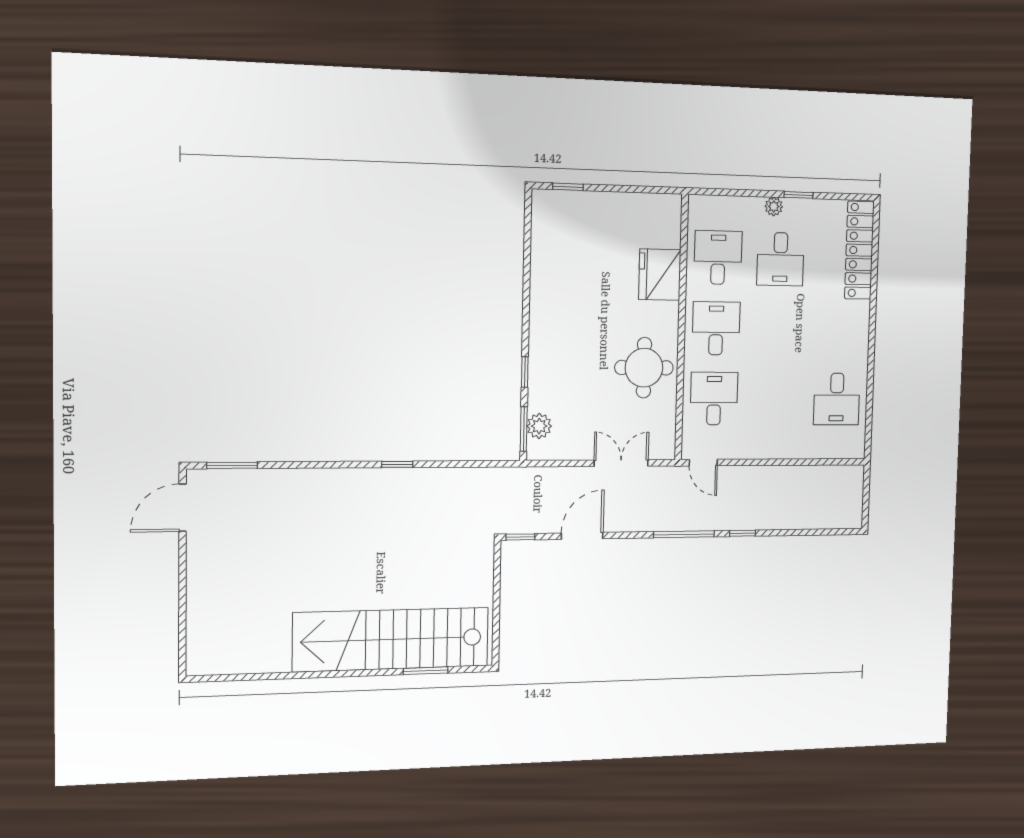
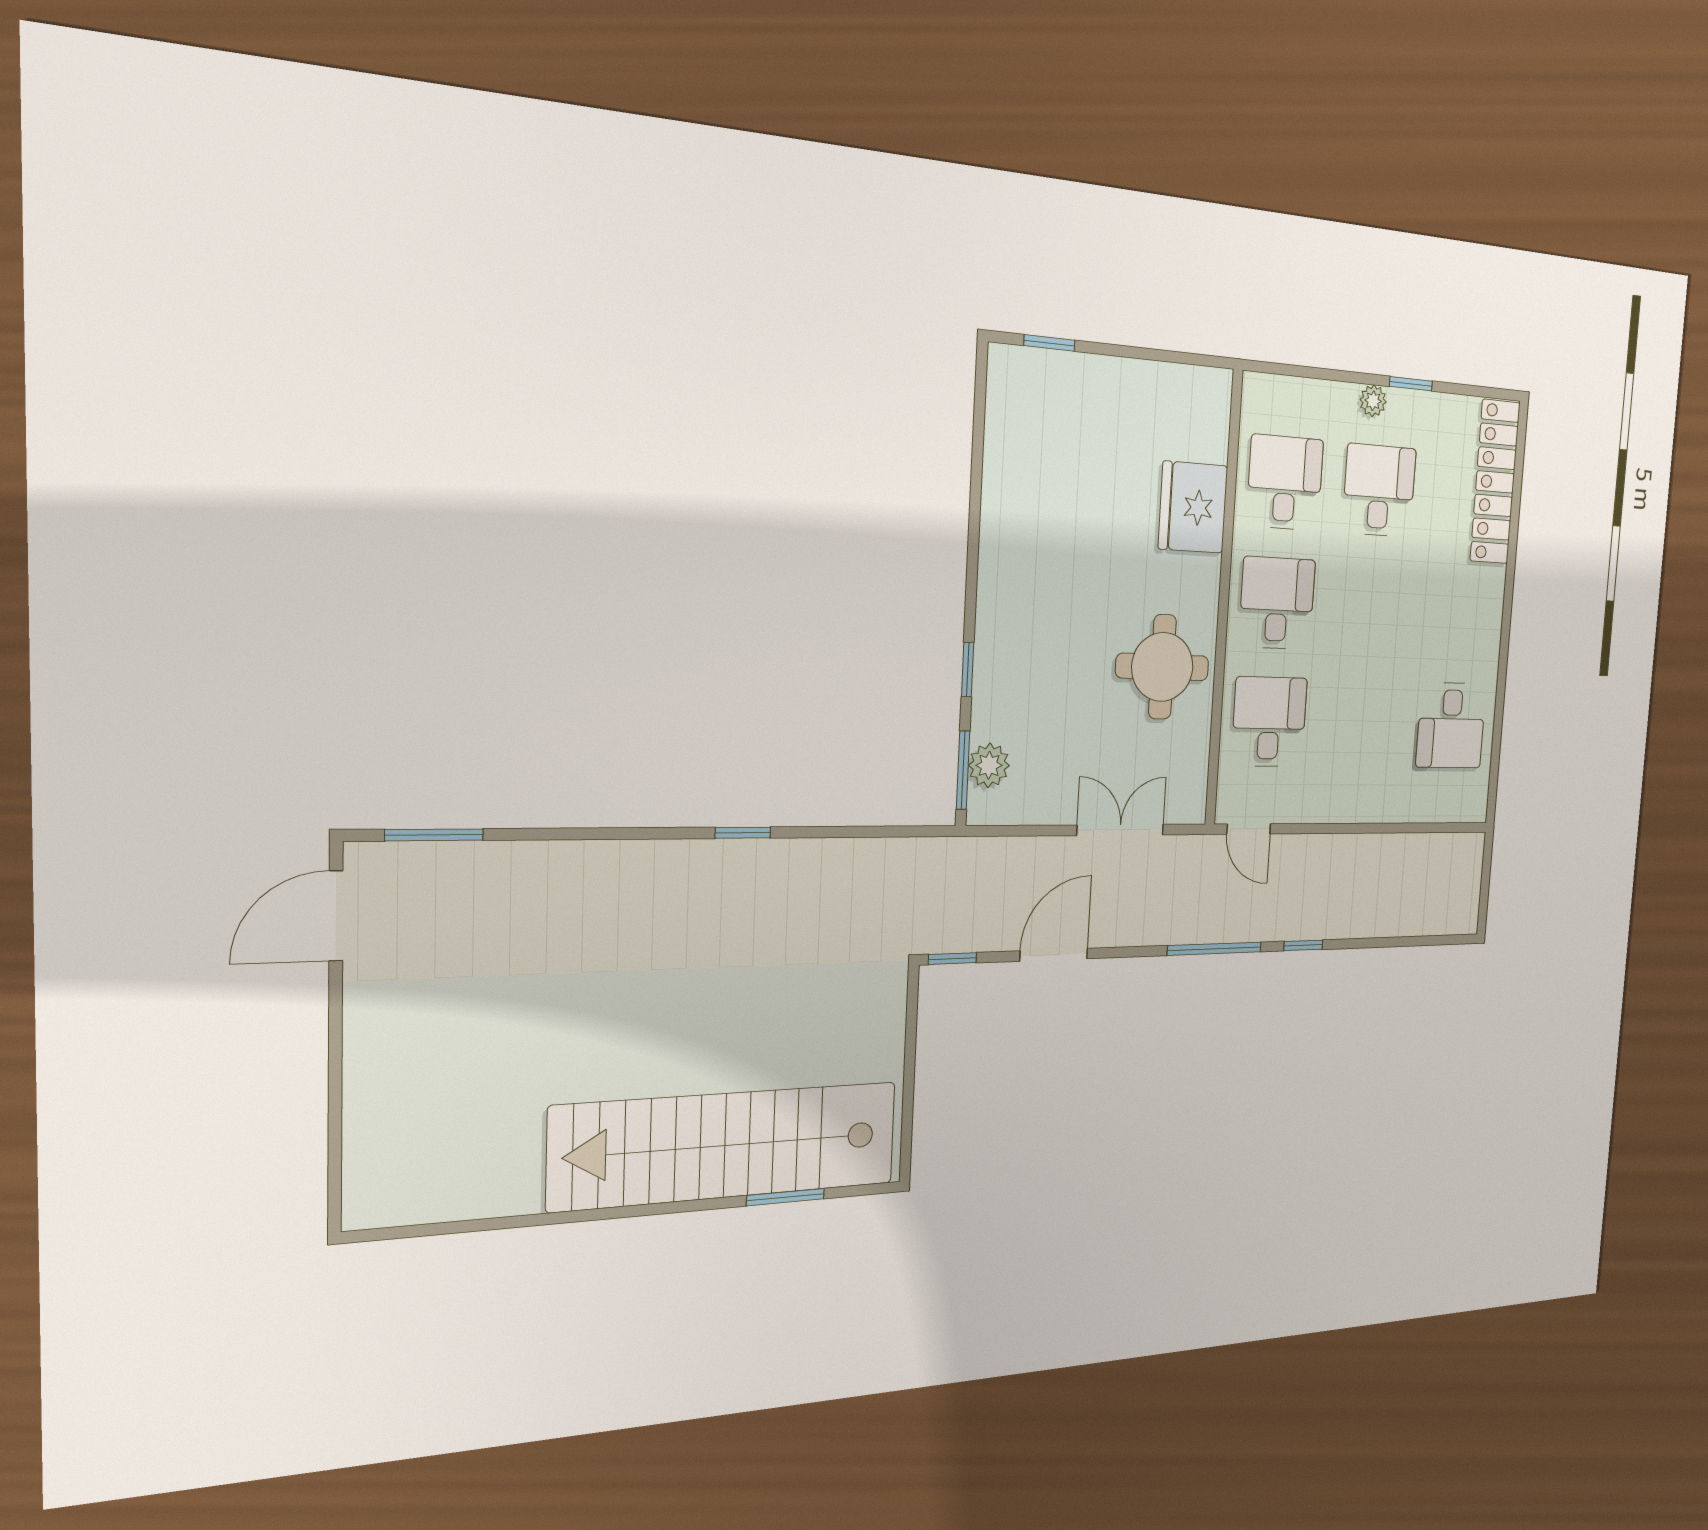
desk: (780, 259) -> (1379, 490), turned 180

